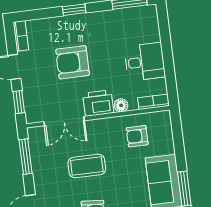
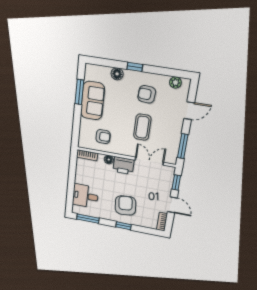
armchair: (73, 62) -> (125, 205), moved, turned -96
desk: (145, 62) -> (85, 196), moved
coffee table: (87, 166) -> (142, 127), turned 90

